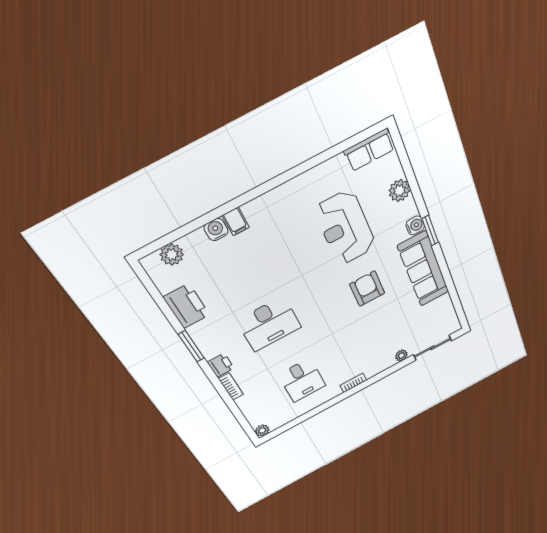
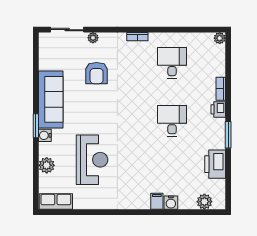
armchair: (367, 289) -> (97, 73), moved
desk: (269, 324) -> (172, 121), width x0.73

